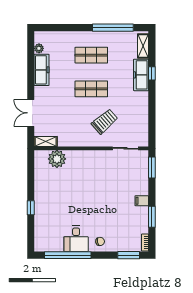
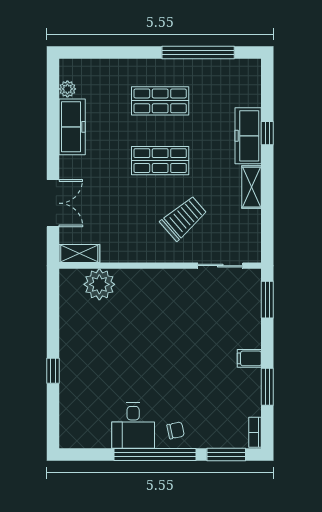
shelving: (143, 46) -> (252, 187), moved
double door: (31, 113) -> (53, 203), swing flipped
window: (68, 255) -> (155, 454), moved

